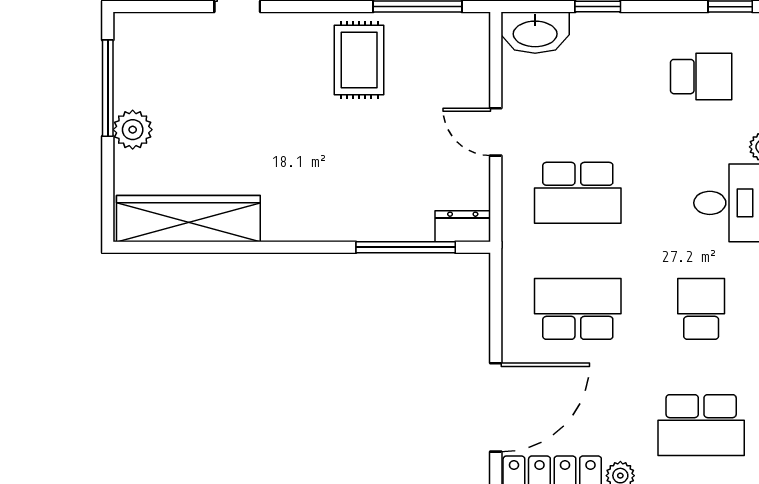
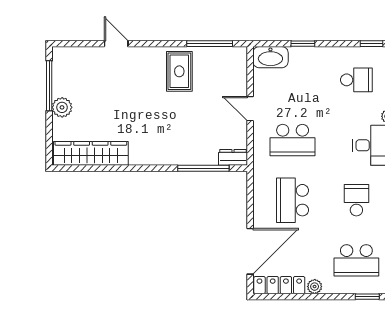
school desk: (578, 309) -> (293, 200), turned -90

